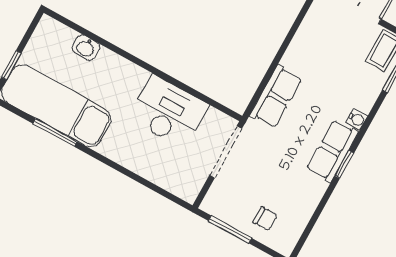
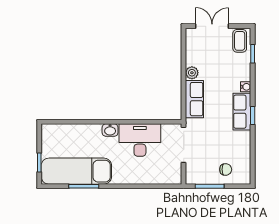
washbasin: (86, 48) -> (110, 130), moved
plant: (293, 58) -> (192, 73), added

